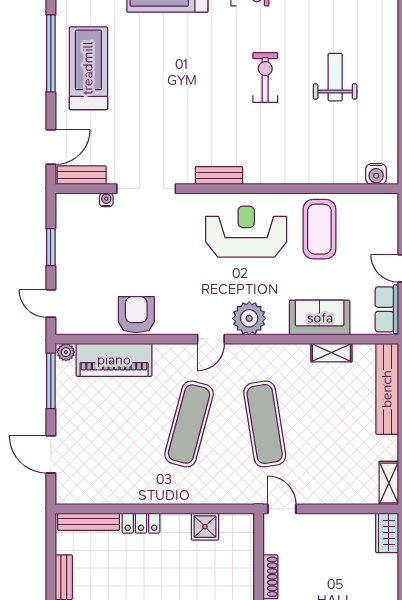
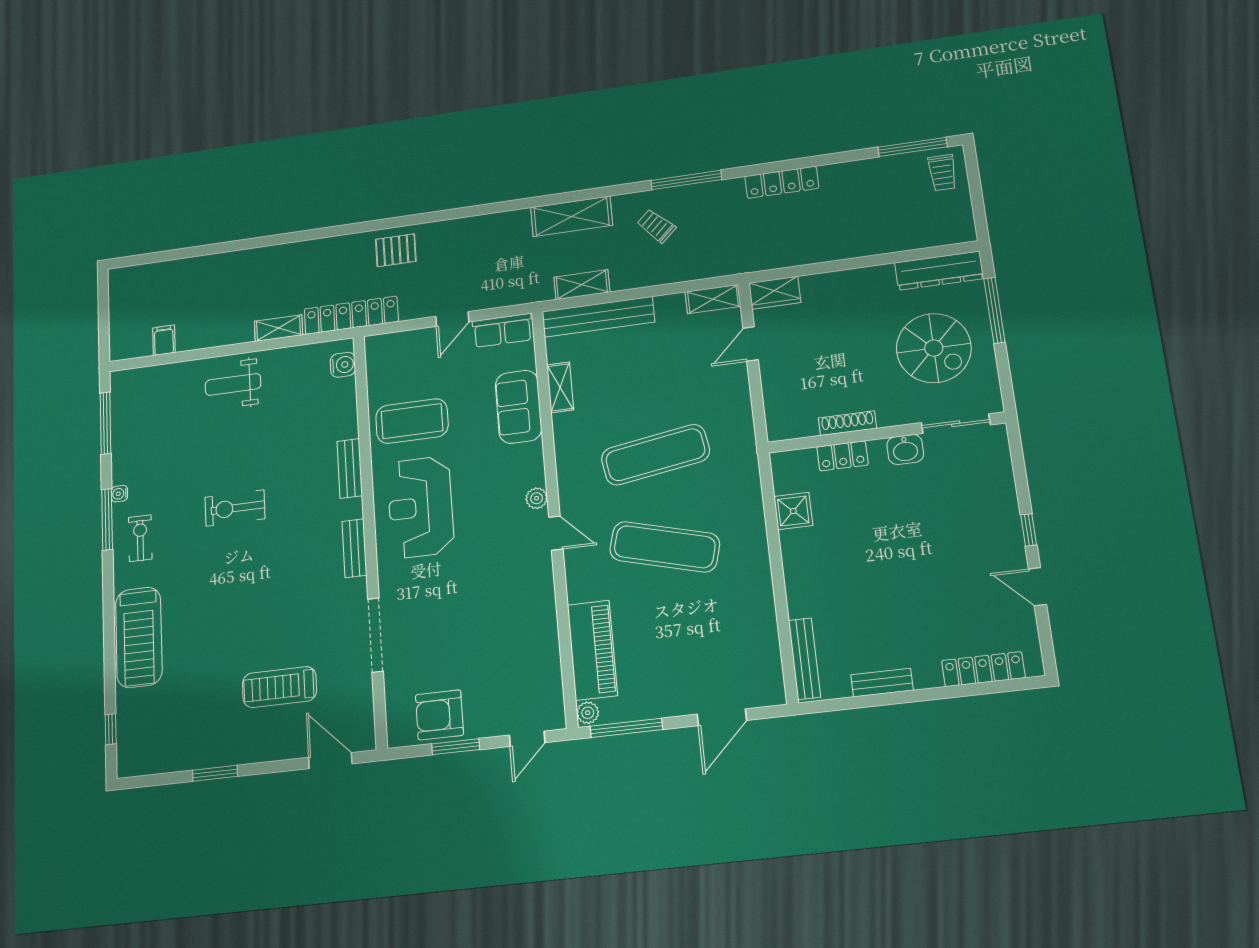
window: (51, 53) -> (215, 773), width x0.47
treadmill: (88, 68) -> (279, 687), moved, width x0.73, depth x0.73
weight bench: (335, 77) -> (233, 384), moved
bench: (82, 175) -> (350, 468), moved
water cooler: (106, 200) -> (392, 683), removed
armchair: (136, 315) -> (439, 715), moved
plant: (249, 318) -> (537, 498), width x0.53, depth x0.53
door: (282, 509) -> (751, 344), moved
locker: (141, 523) -> (842, 456), moved, turned 90

